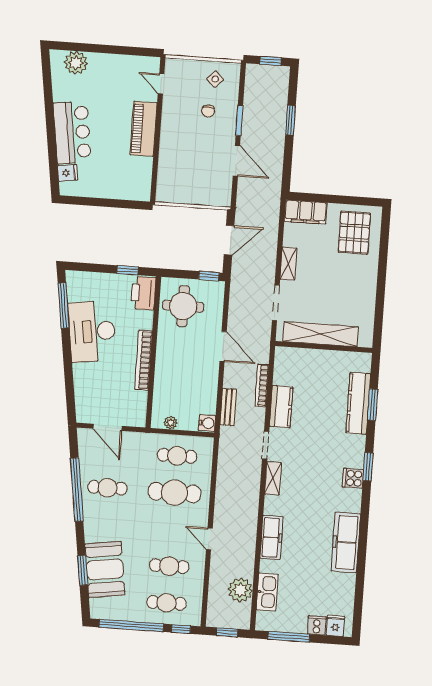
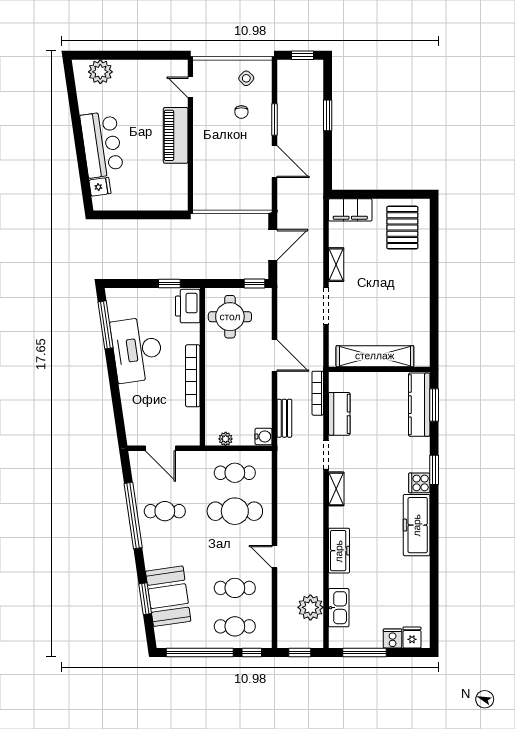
shelving: (321, 334) -> (375, 356), moved
wall: (324, 347) -> (379, 369), moved
freezer: (346, 542) -> (417, 525), moved

